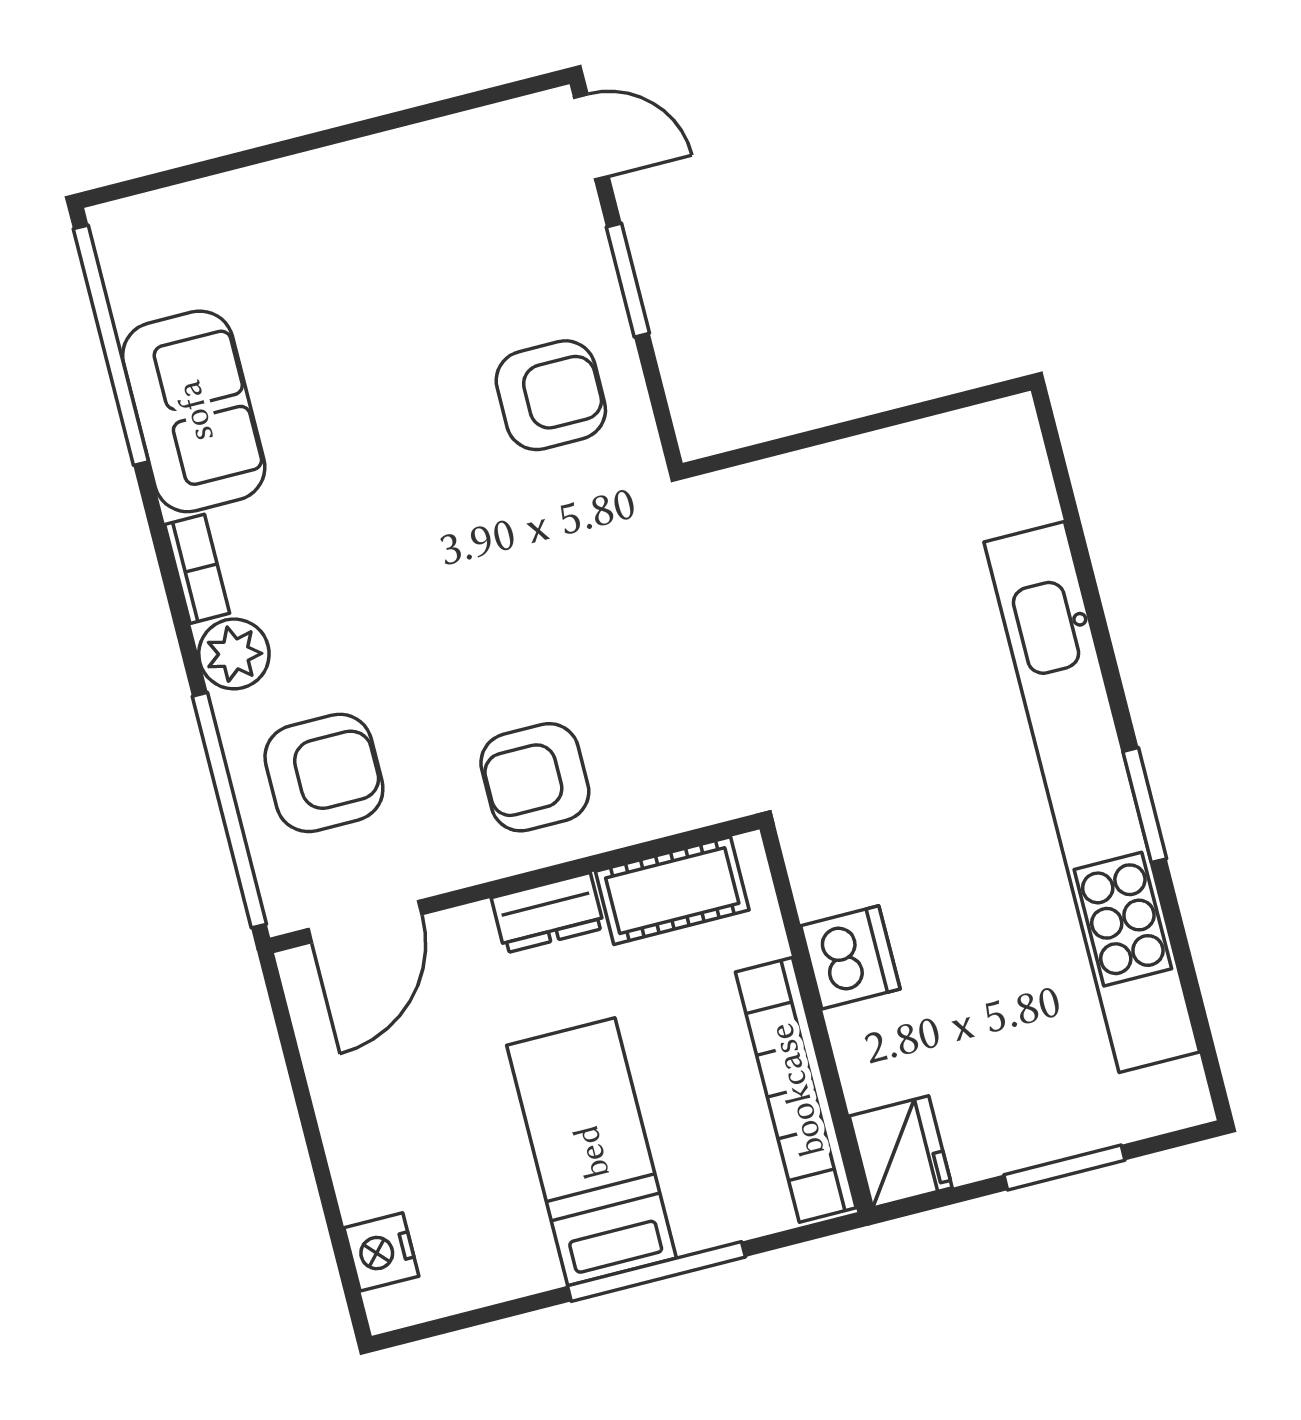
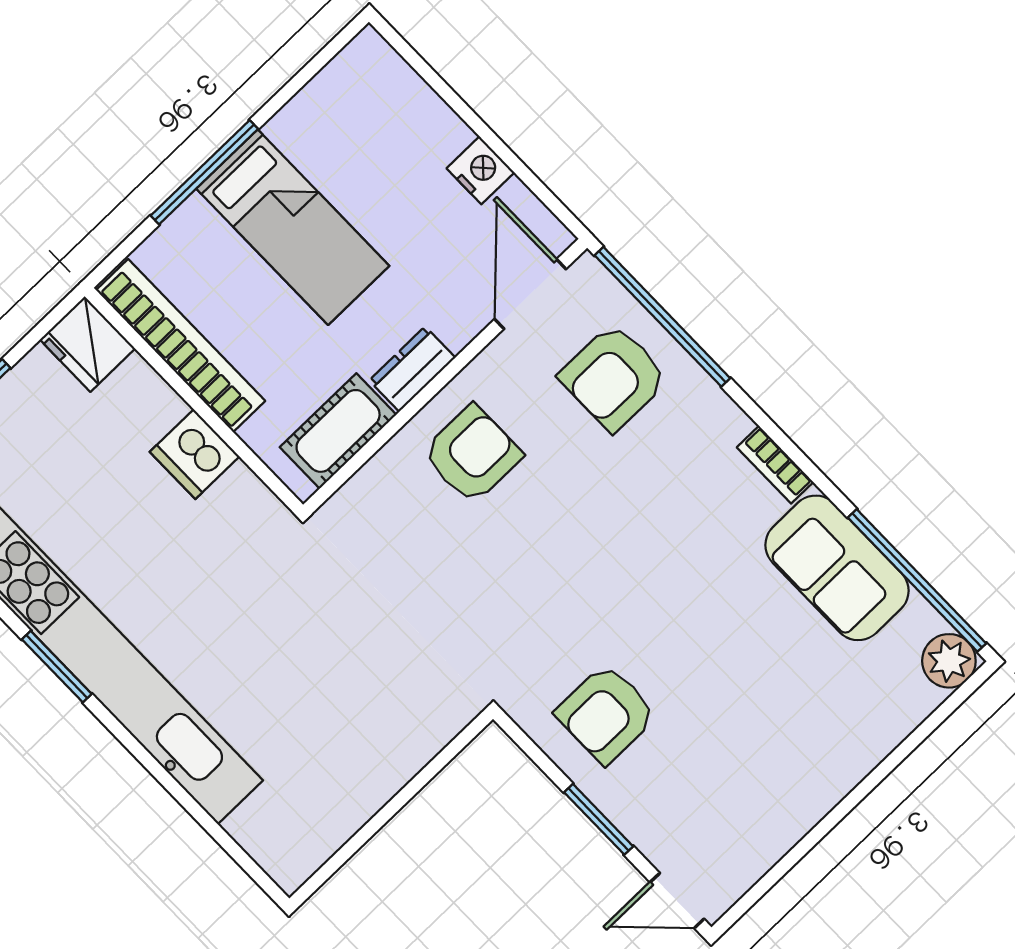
plant: (234, 654) -> (949, 661), moved
nightstand: (381, 1252) -> (480, 170), moved

